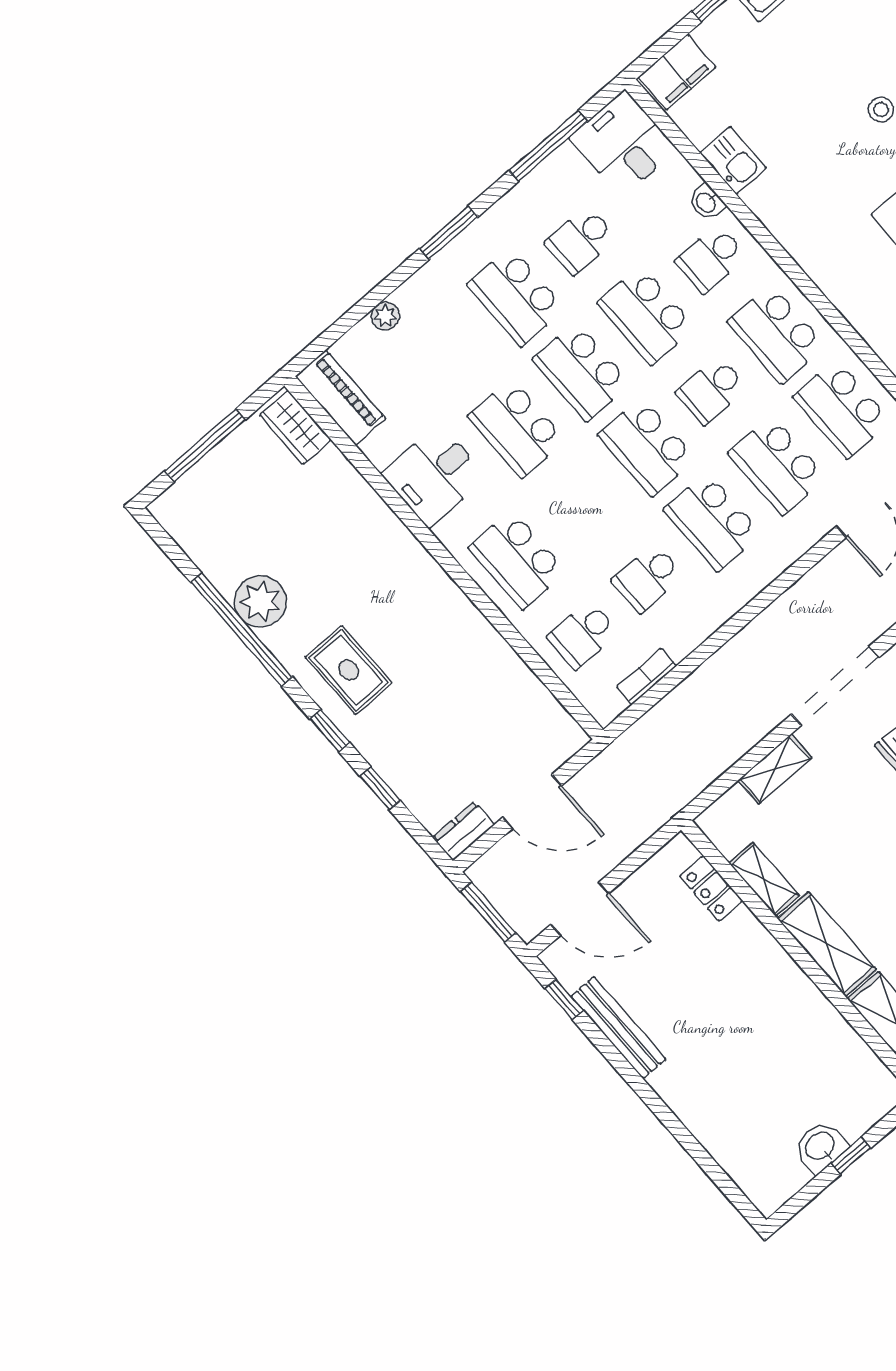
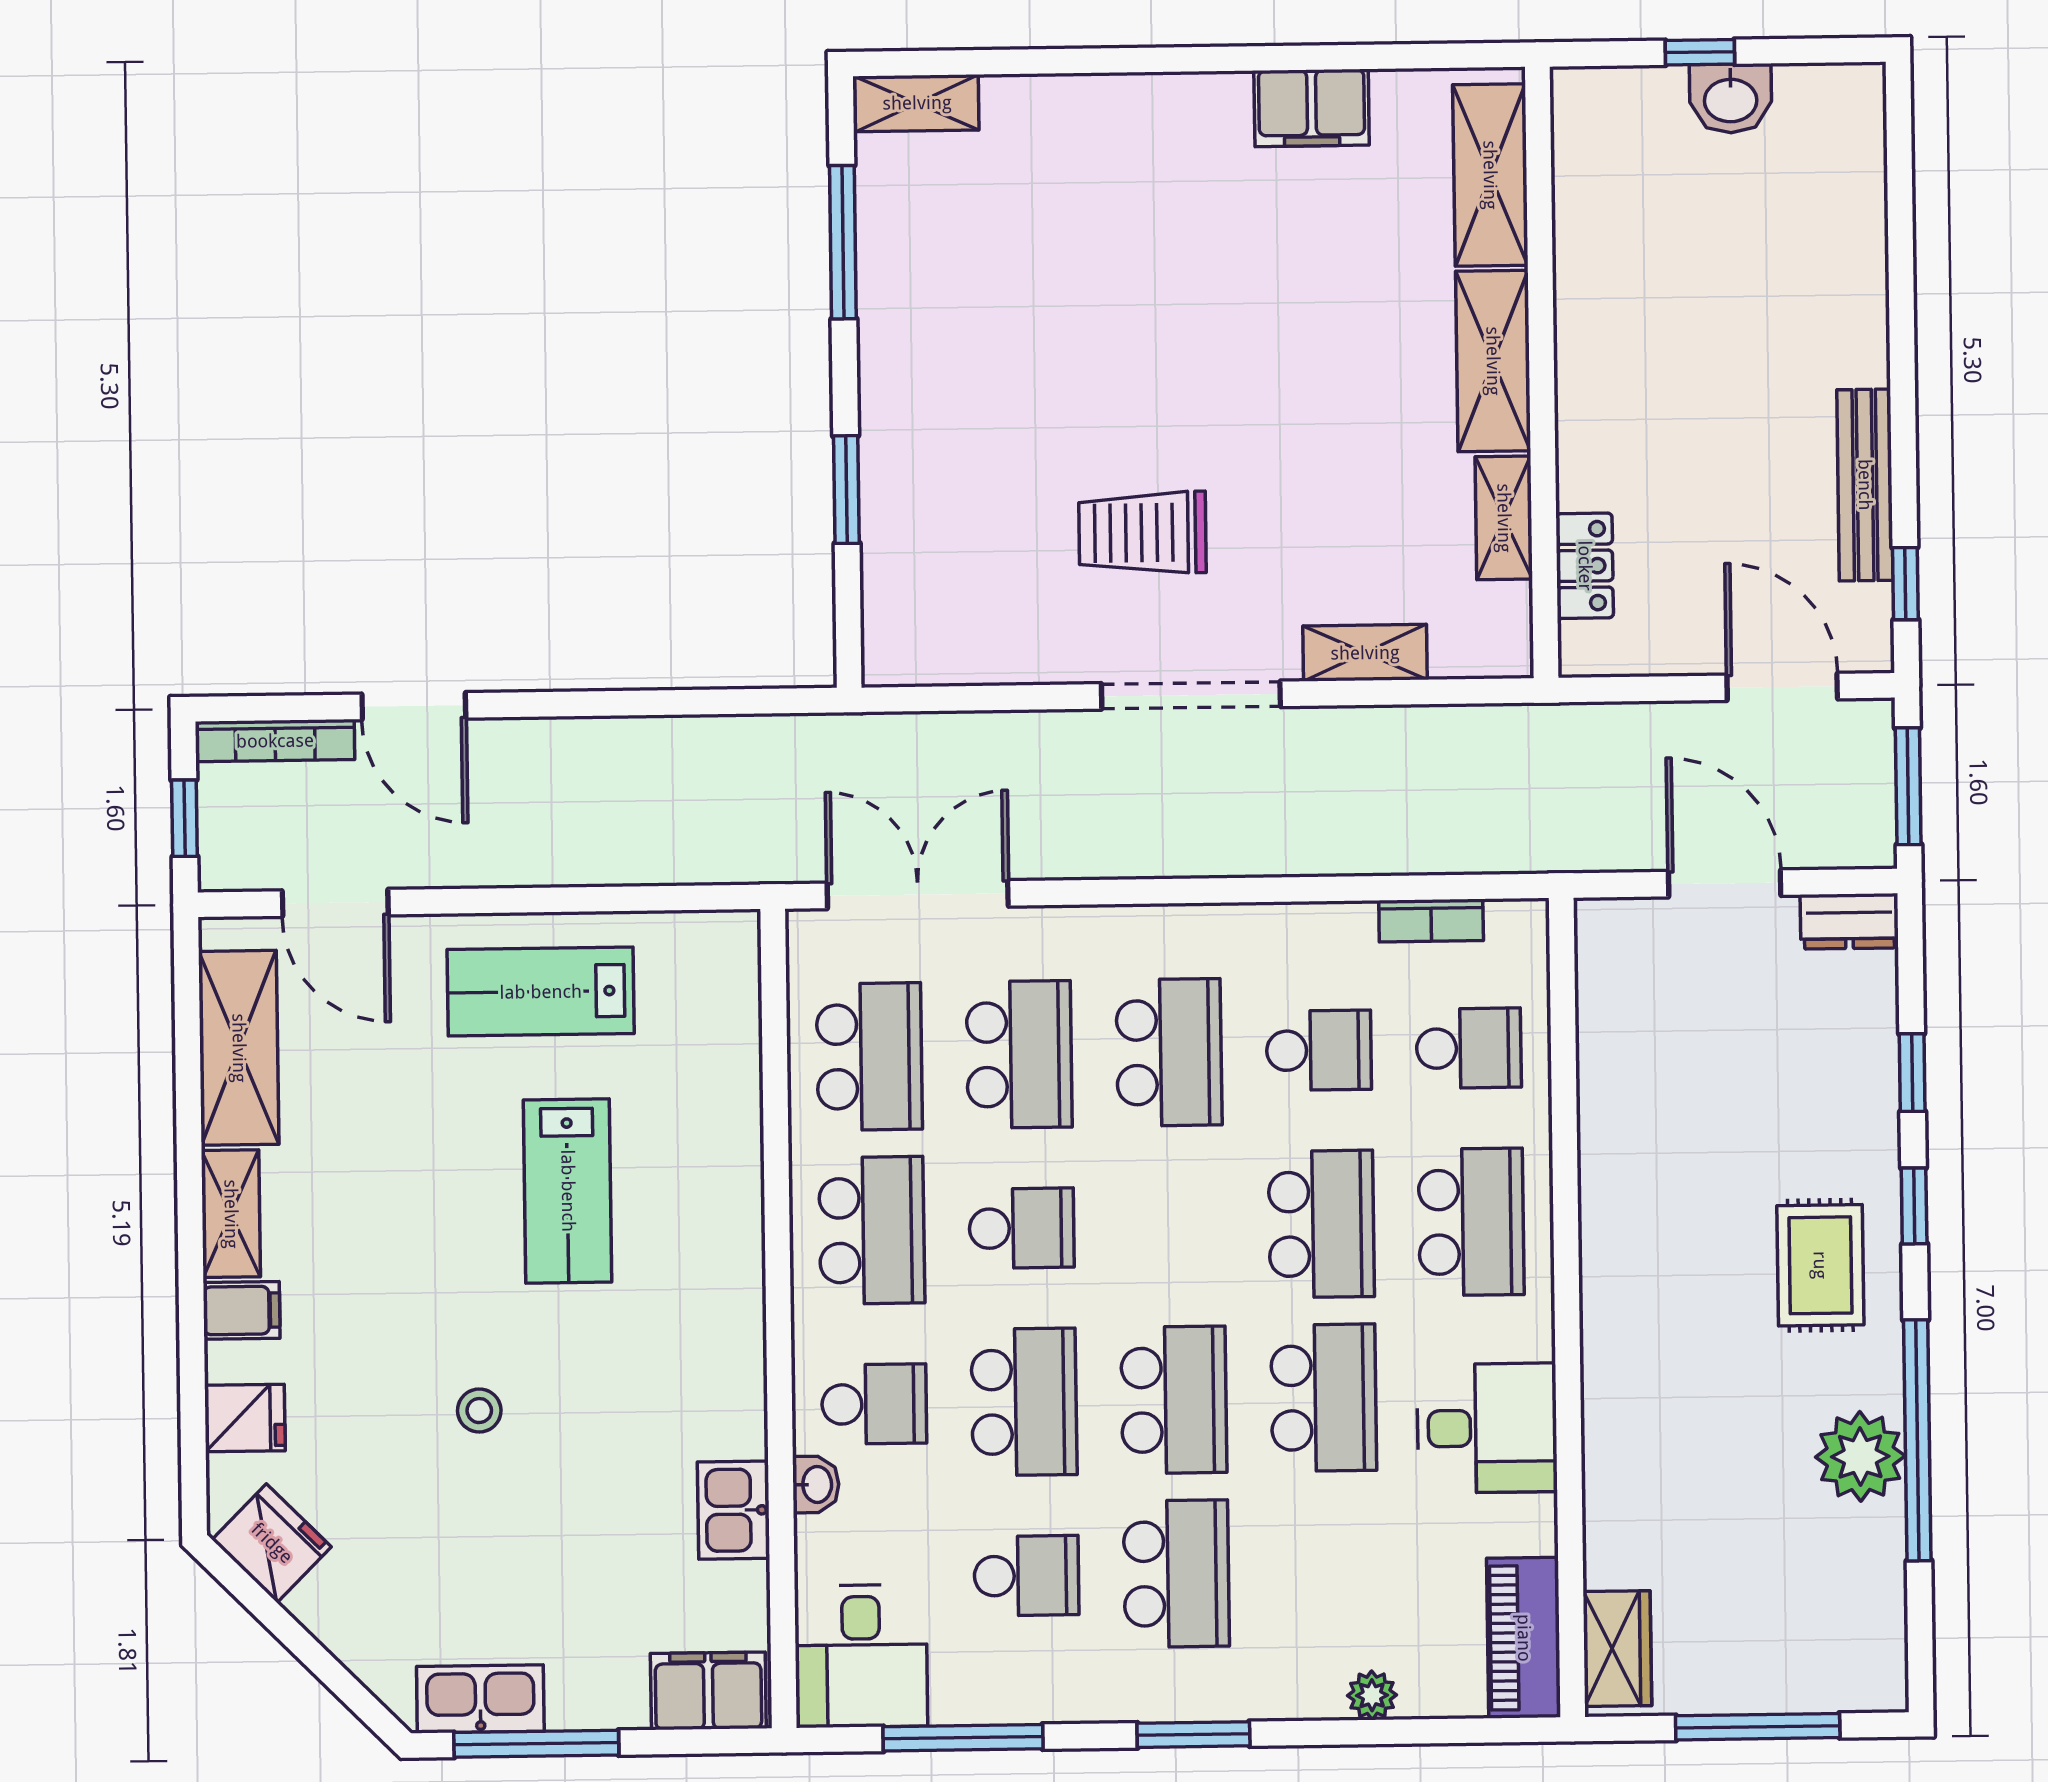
school desk: (647, 447) -> (1321, 1224), moved

